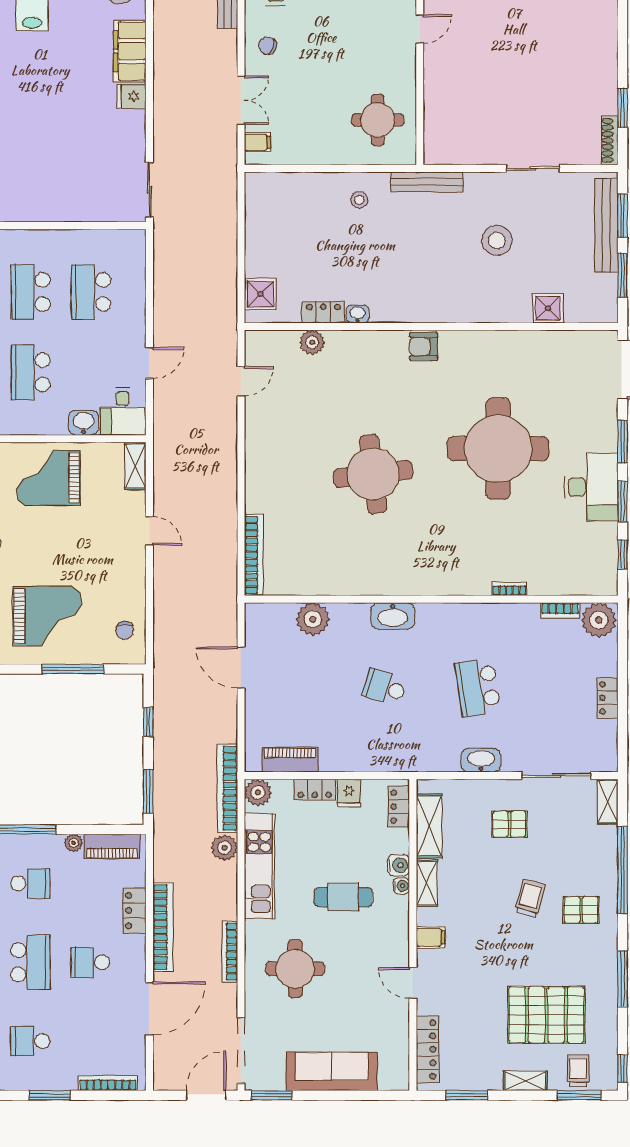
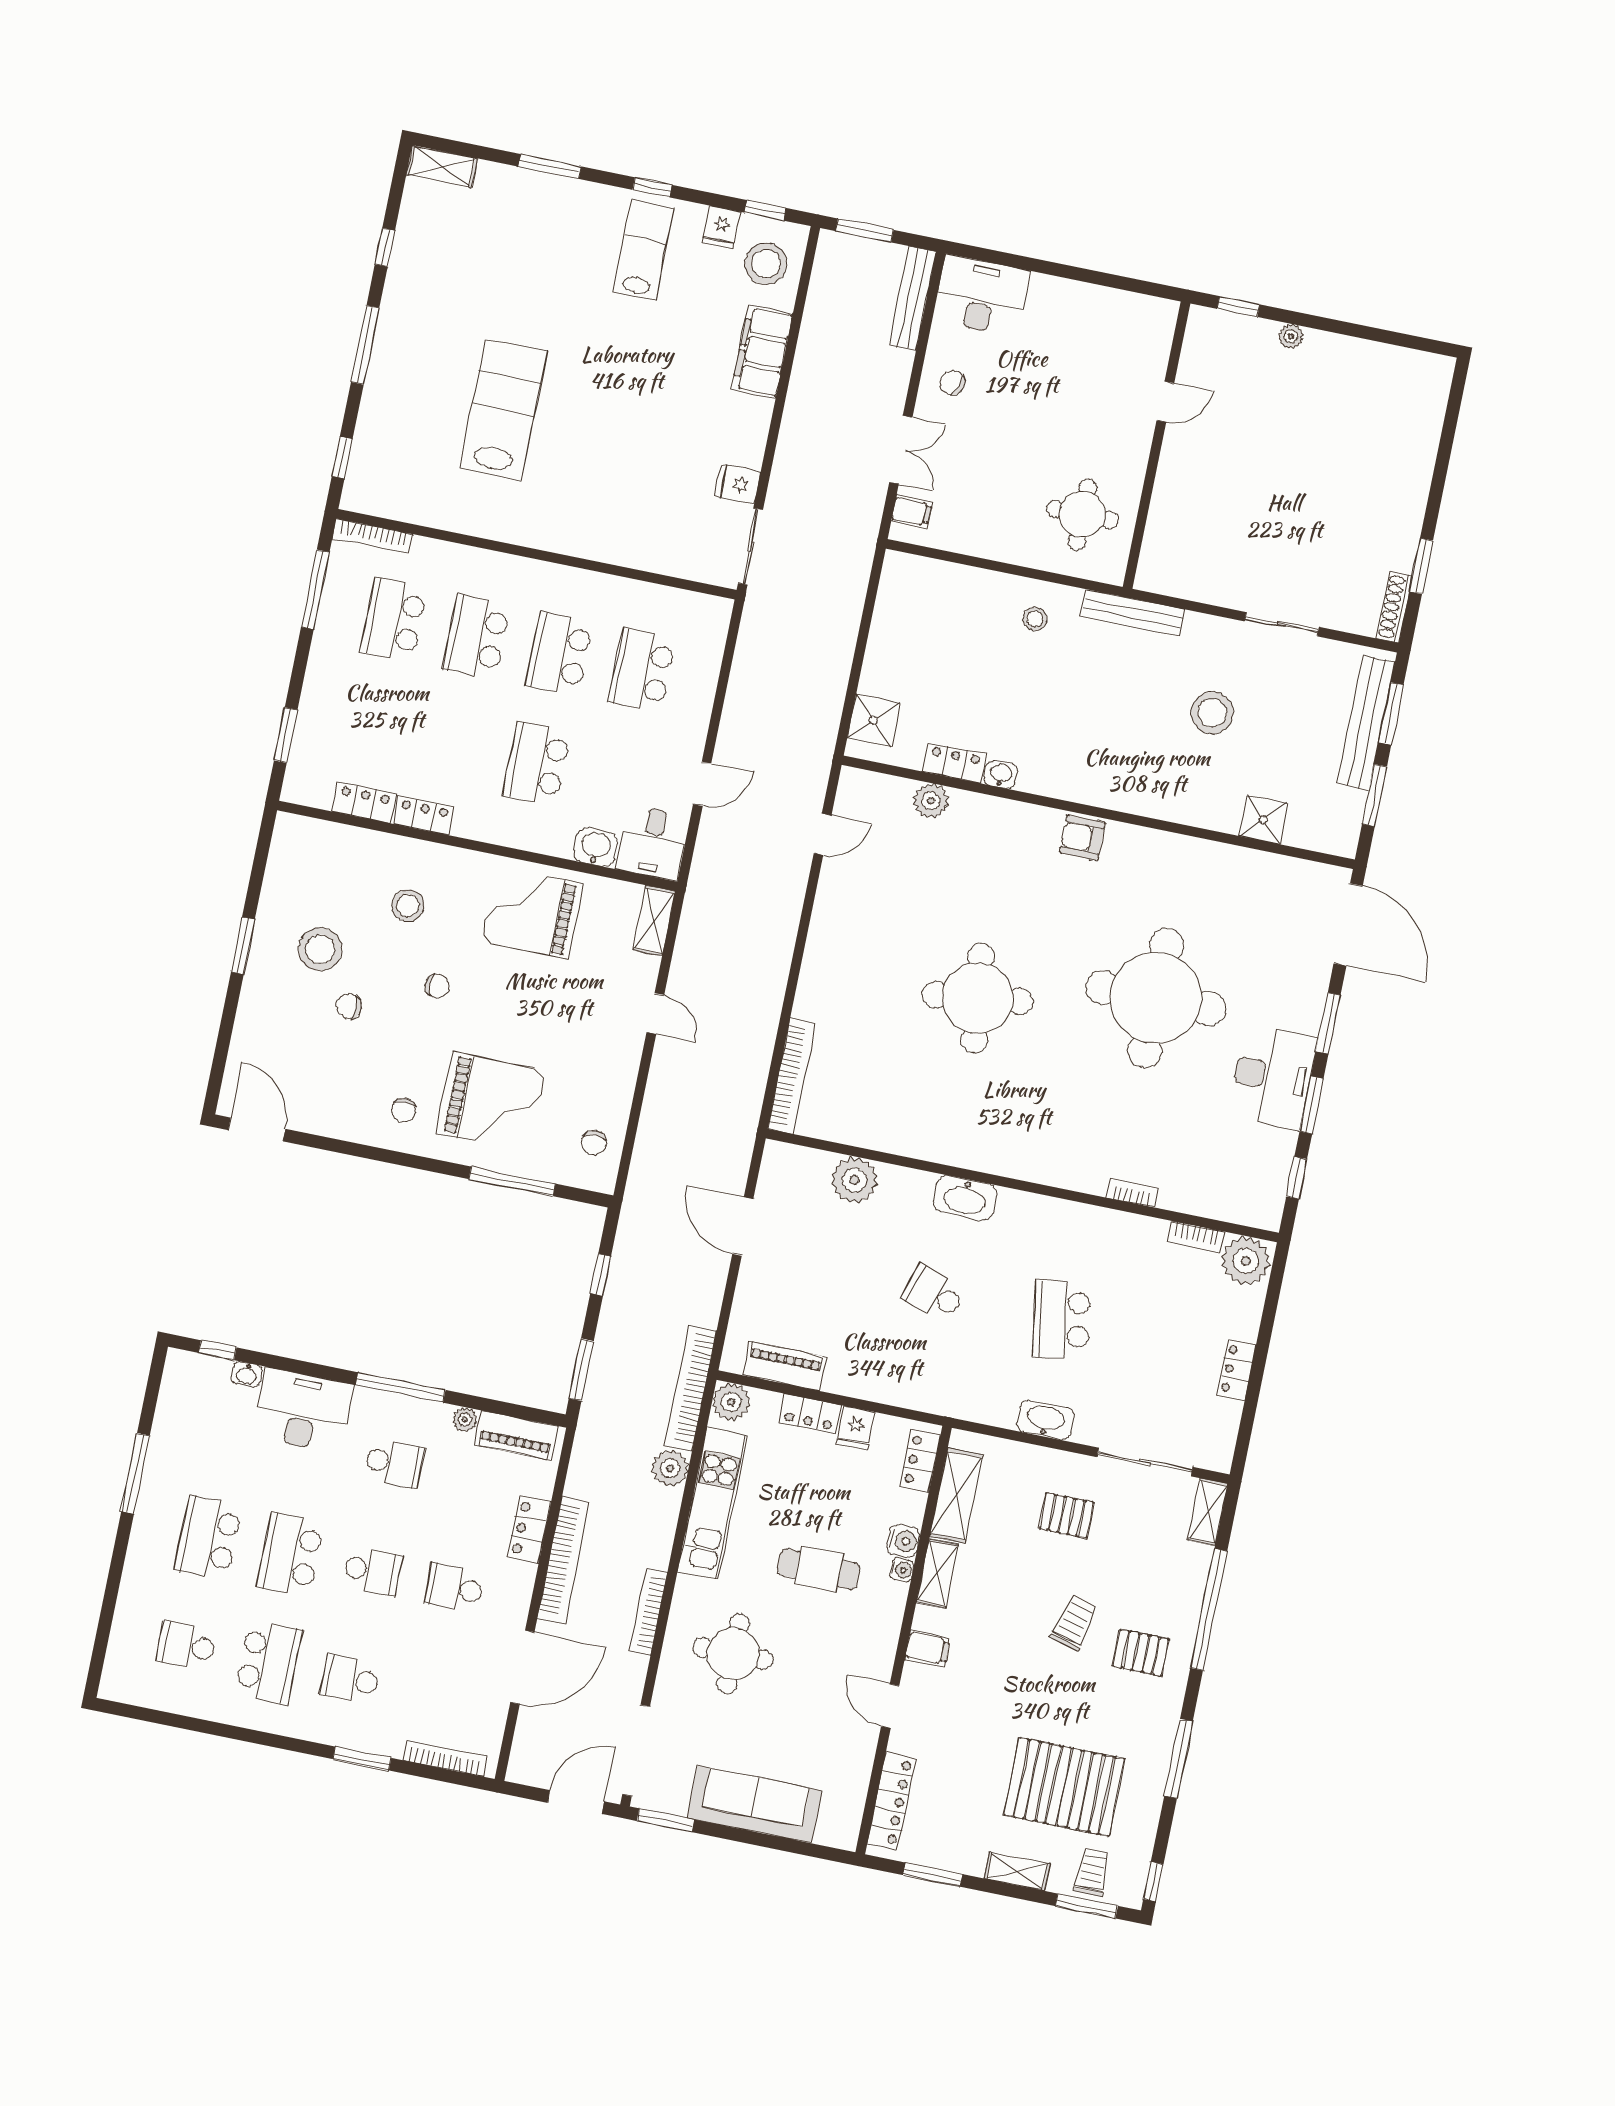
fridge: (131, 96) -> (738, 484), moved
school desk: (30, 962) -> (372, 1571), width x0.54

